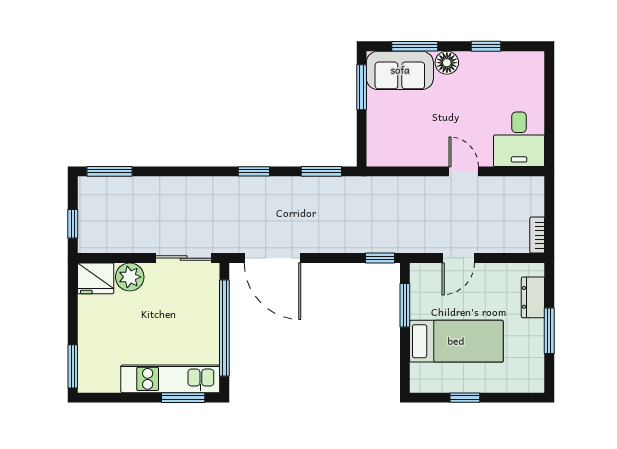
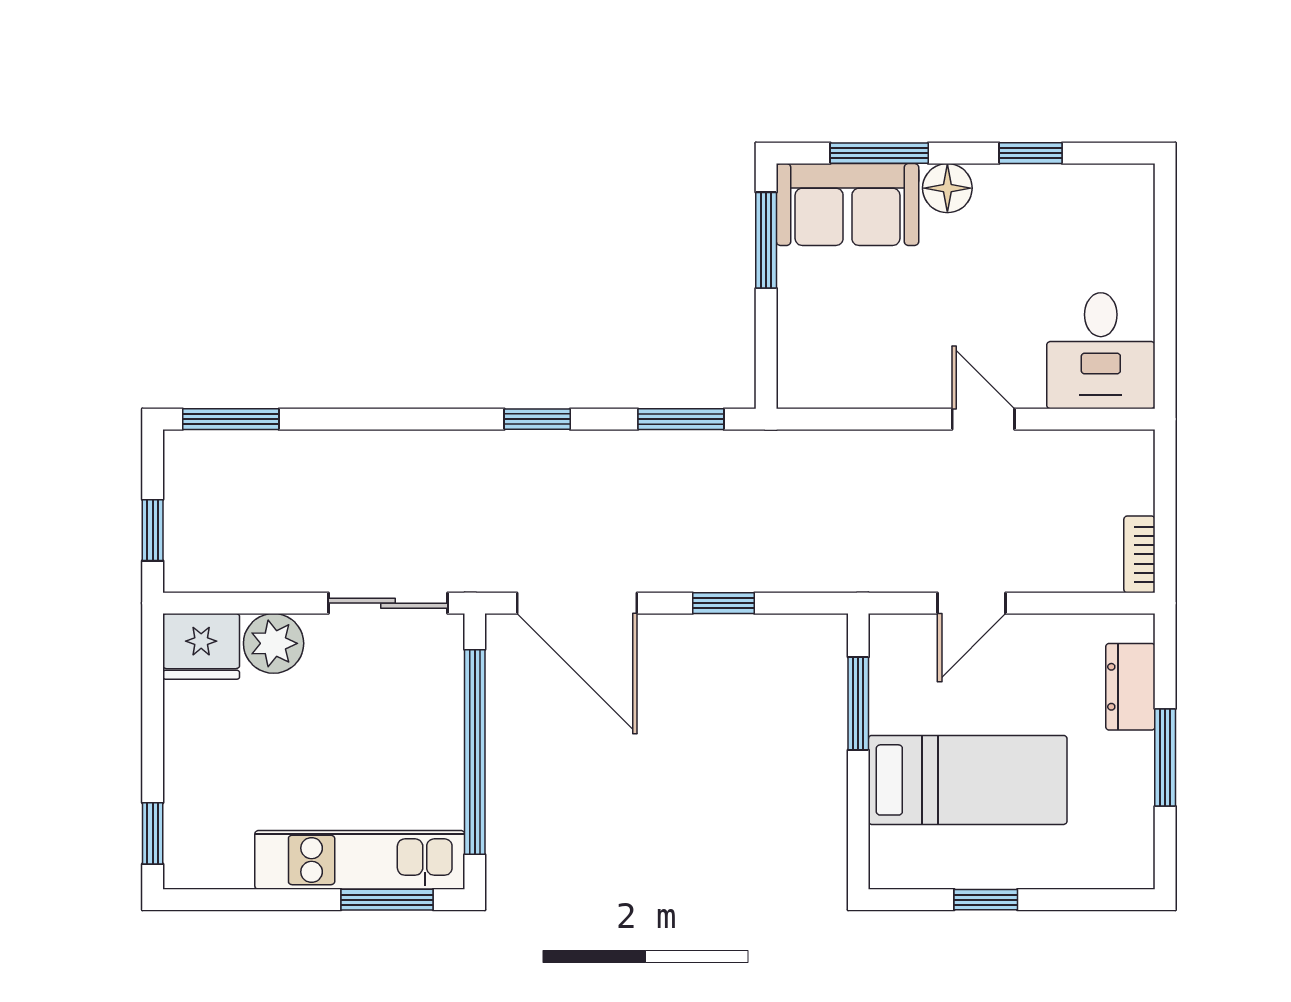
window: (380, 258) -> (724, 603), moved
window: (73, 366) -> (153, 833), width x0.67

